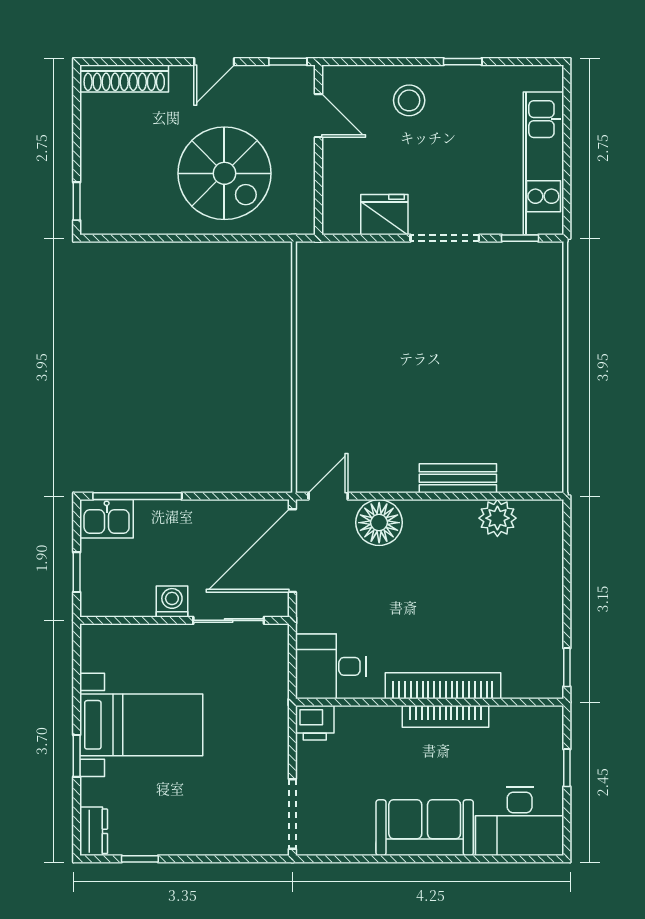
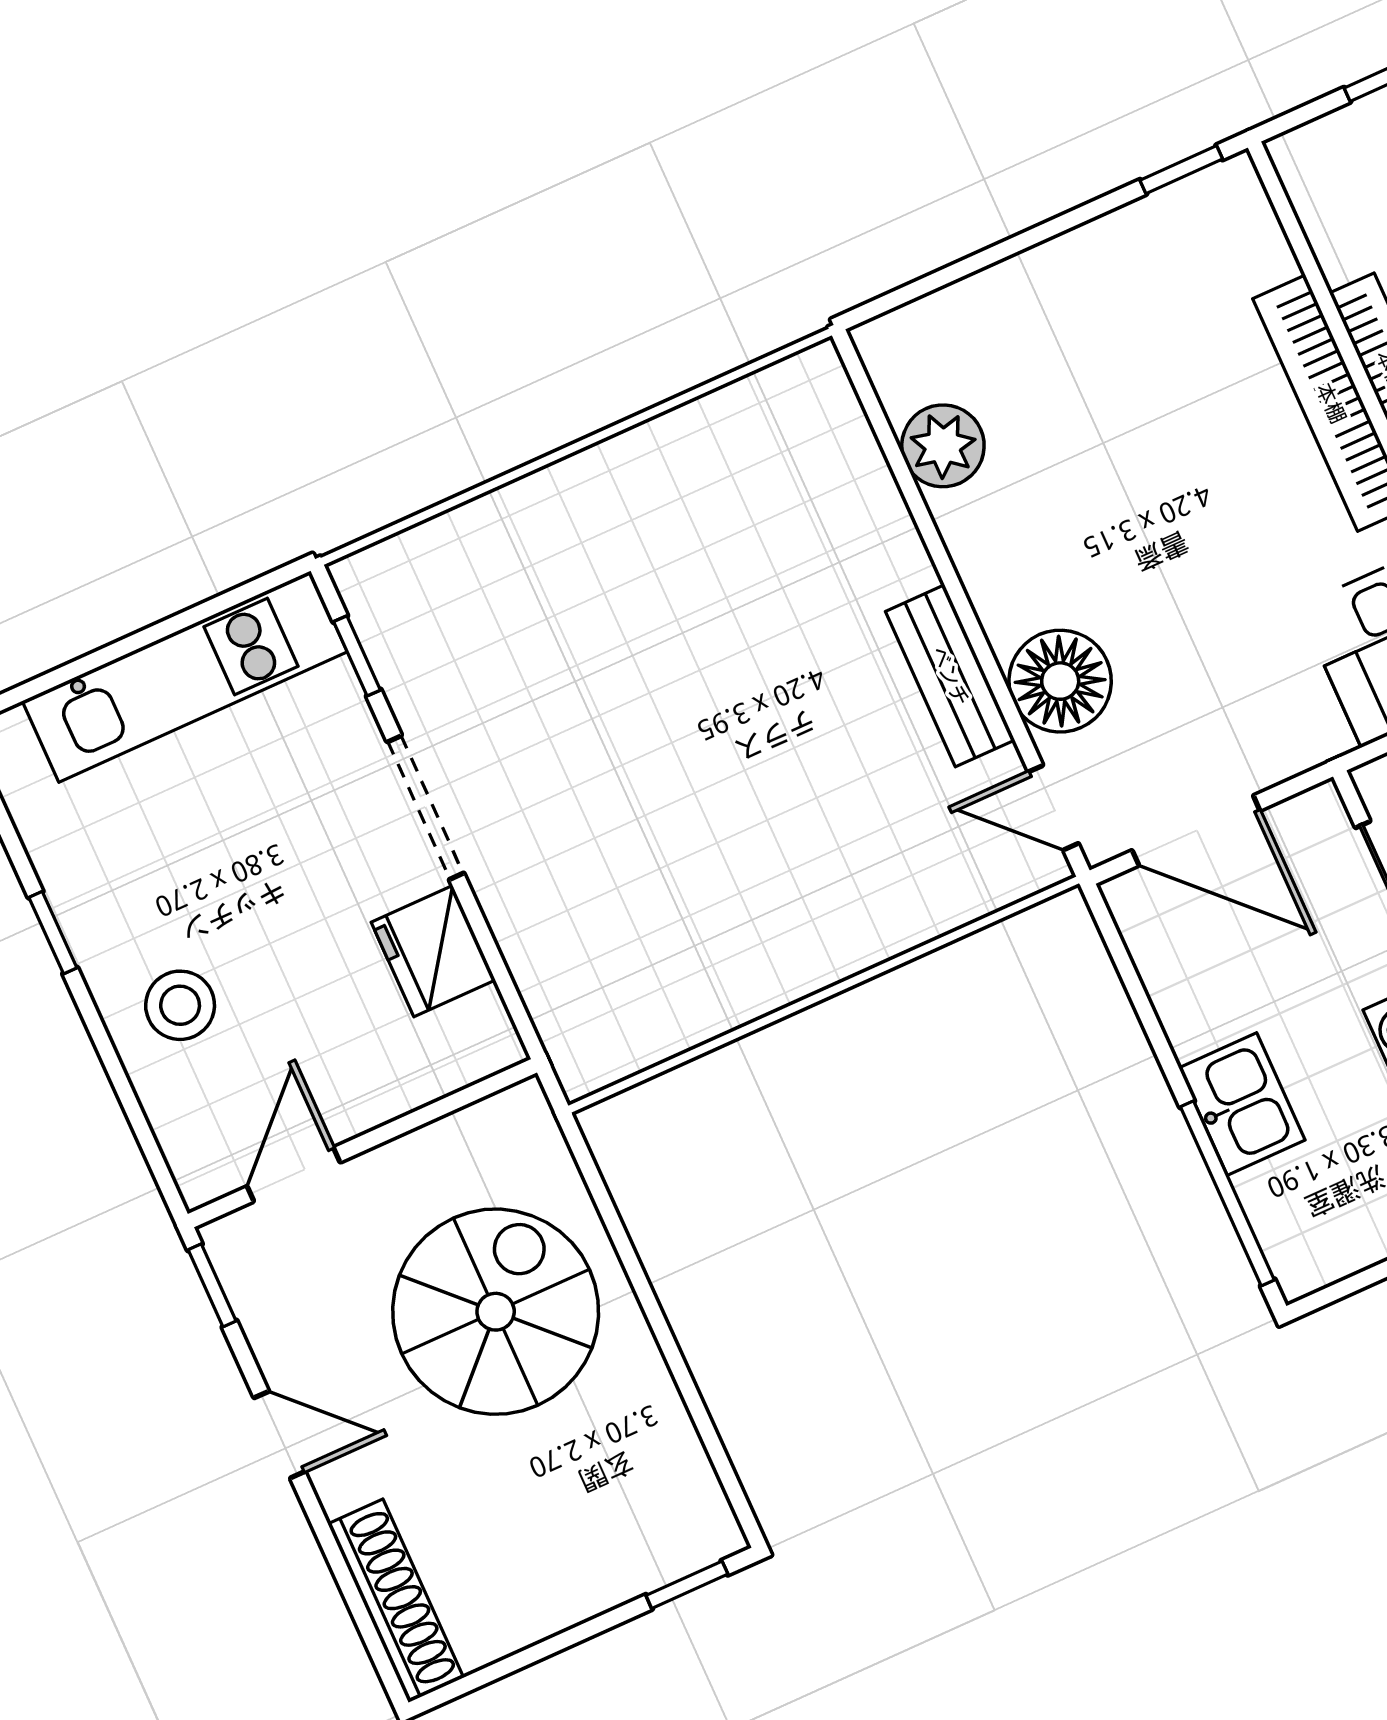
bench: (458, 478) -> (950, 676), moved
kitchen sink: (107, 519) -> (1242, 1104), moved
door: (292, 551) -> (1196, 830), width x0.73

